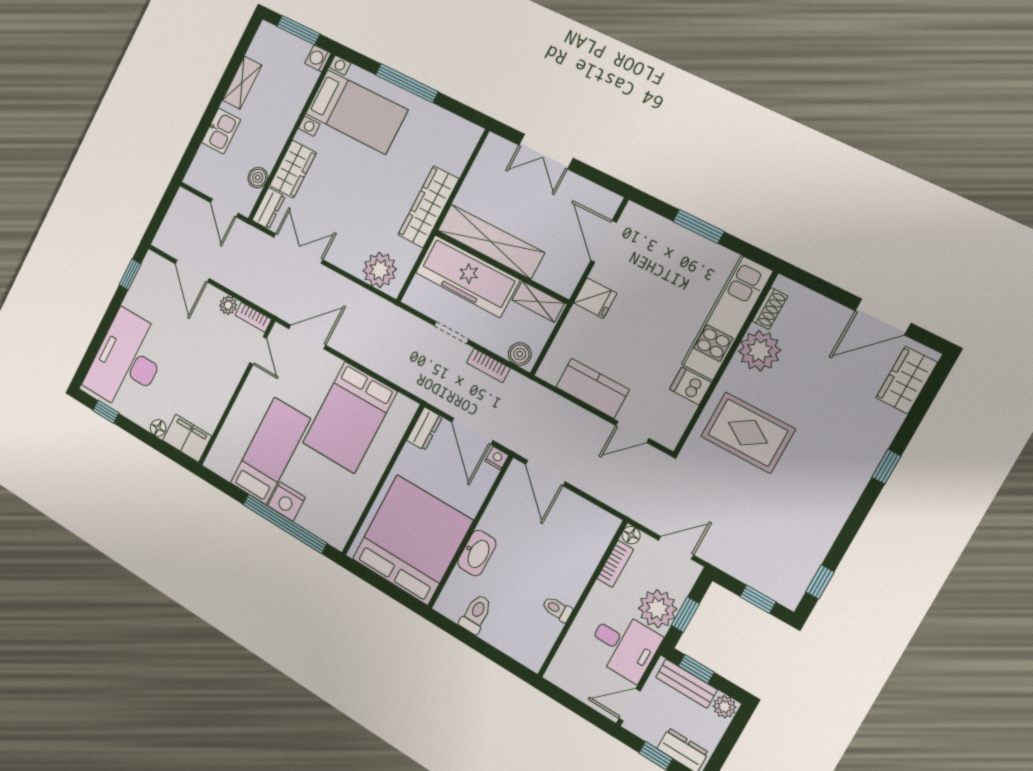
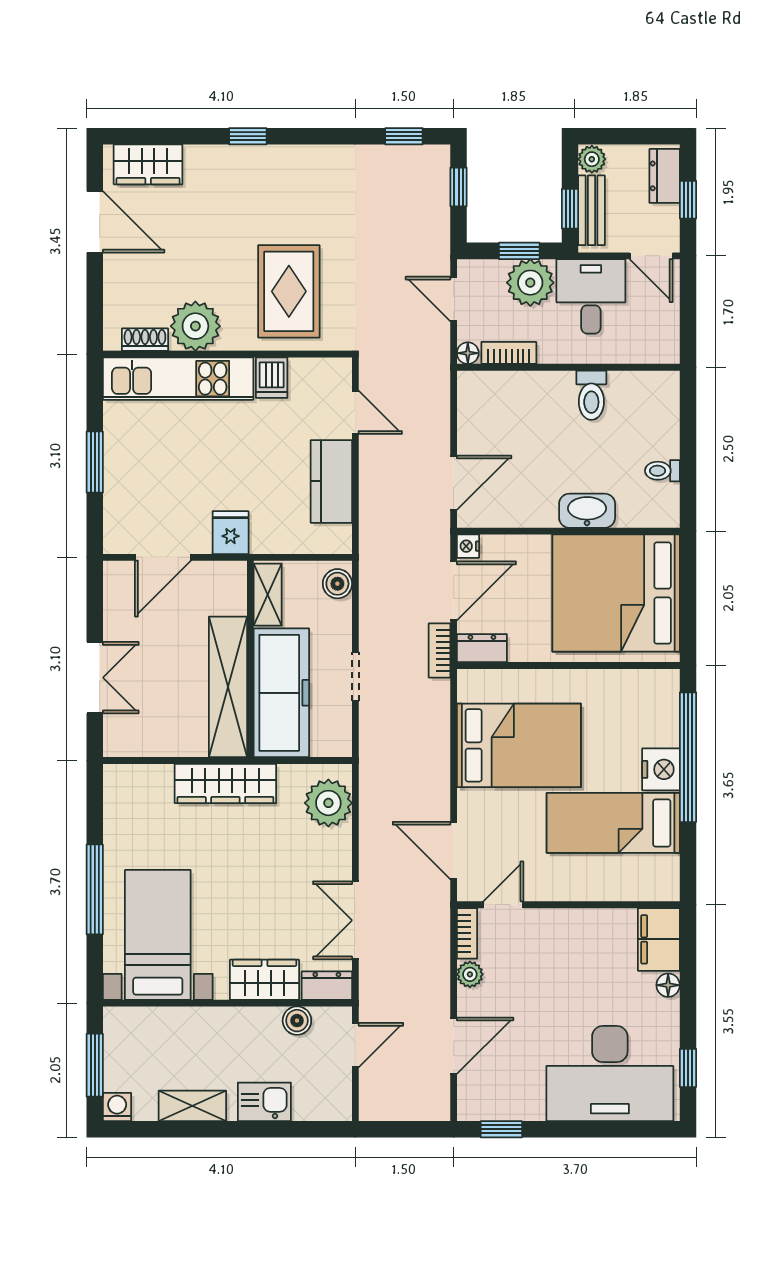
washing machine: (318, 58) -> (117, 1107), moved, turned 180
bookcase: (488, 365) -> (440, 650), moved, turned 180
toilet: (557, 609) -> (591, 395), width x1.37, depth x1.39
toilet: (476, 614) -> (662, 471), width x0.73, depth x0.72

